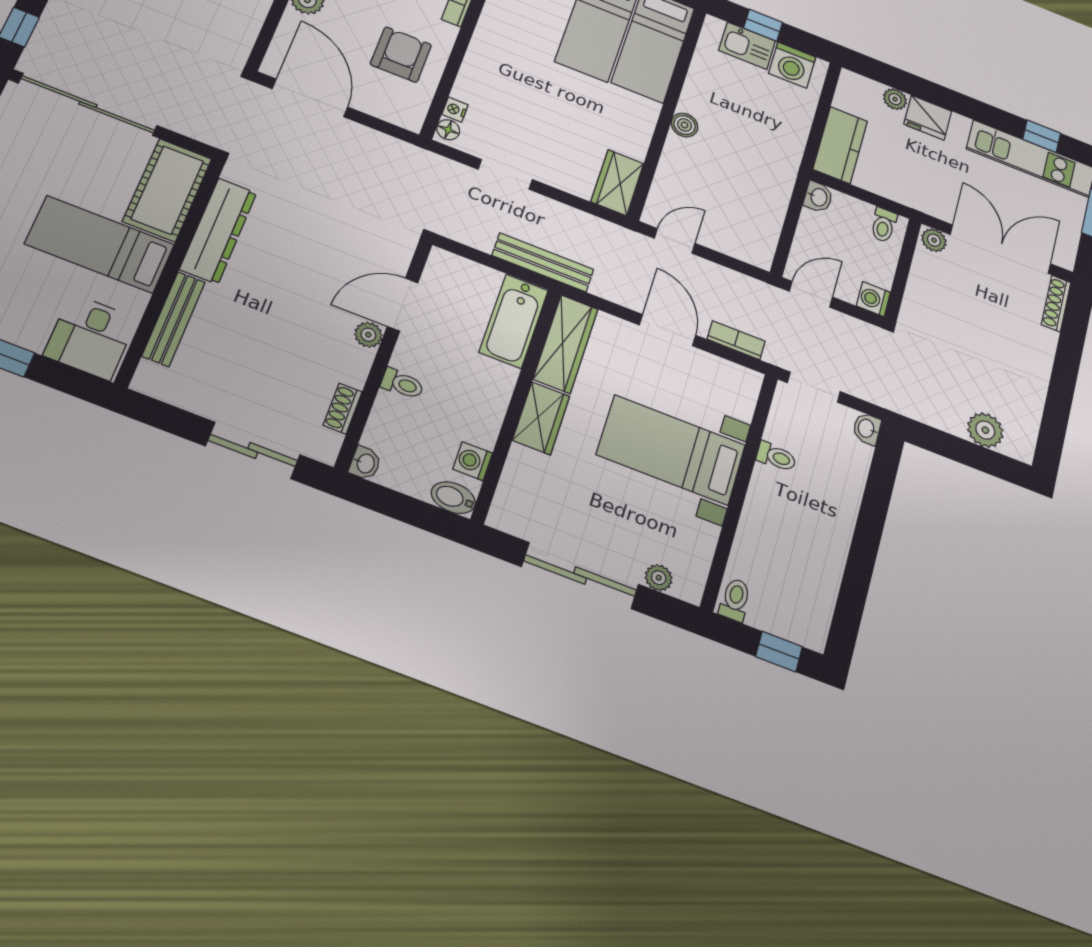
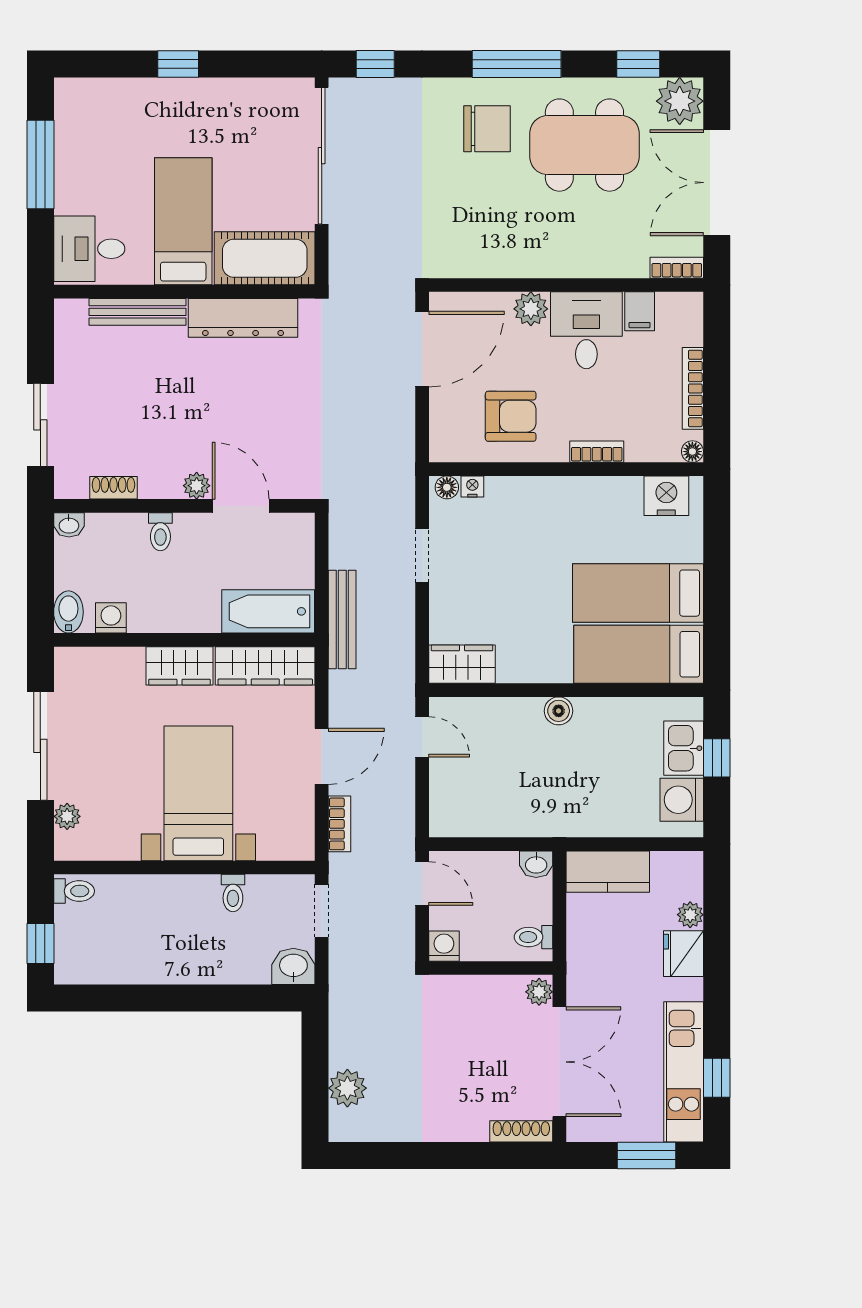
washbasin: (867, 429) -> (293, 966), width x1.38, depth x1.45

